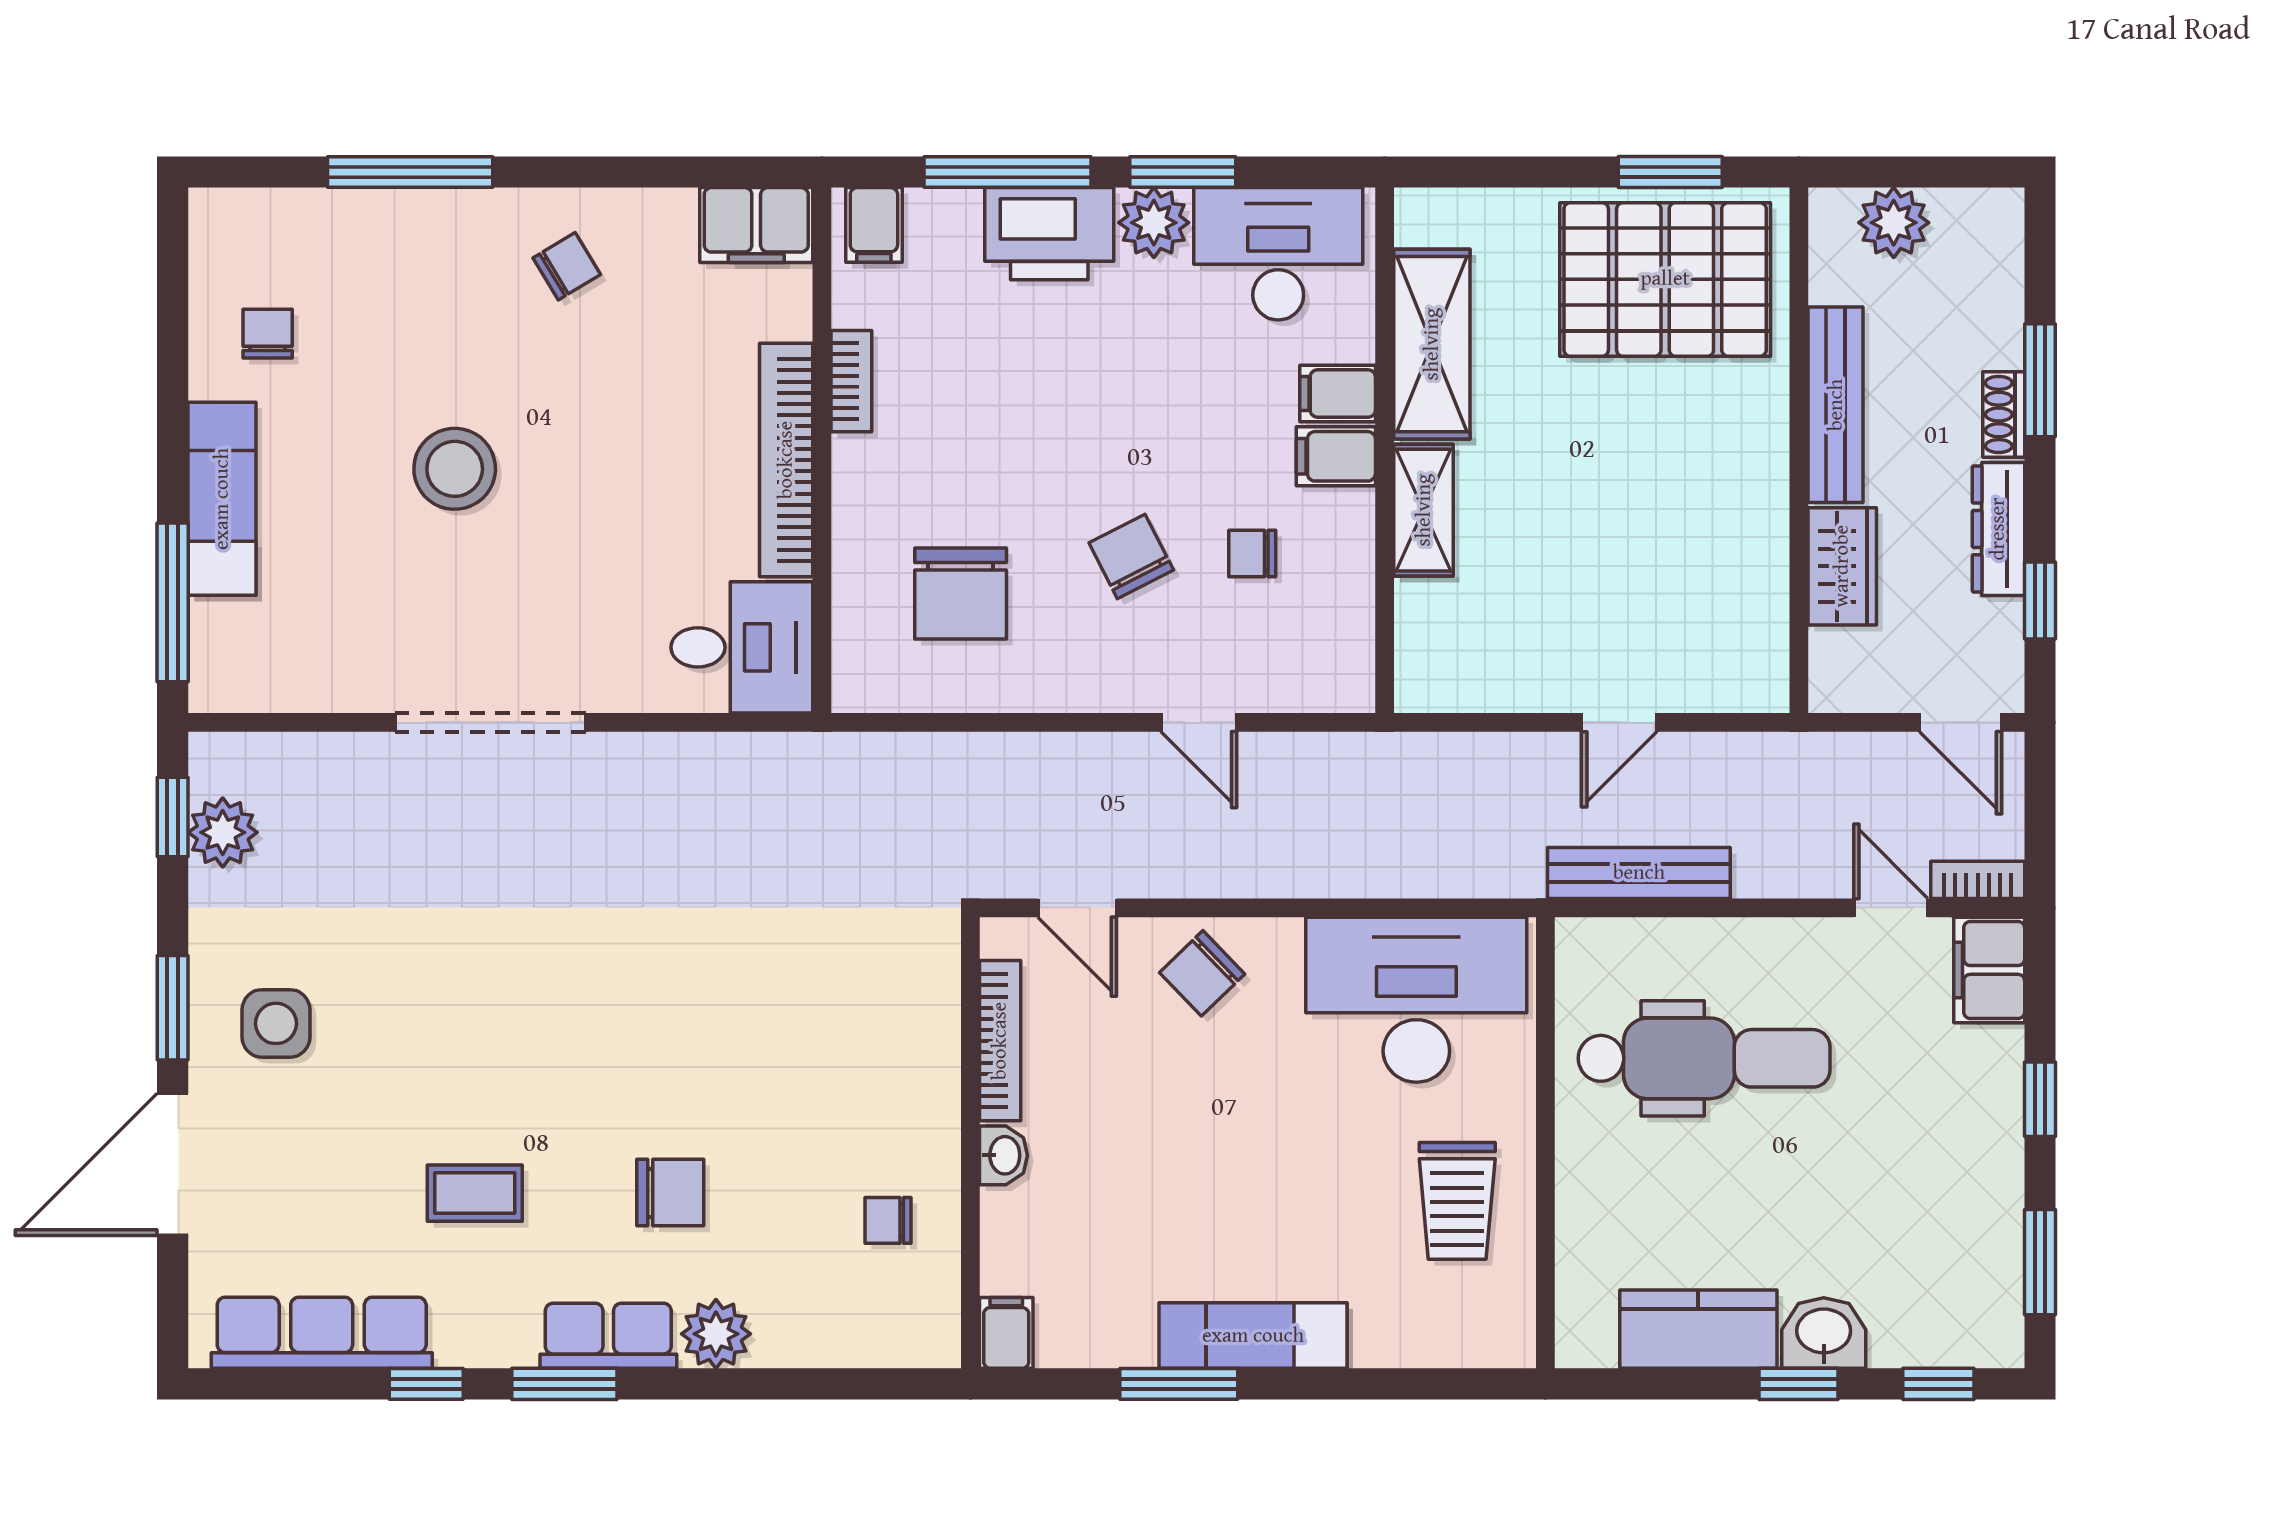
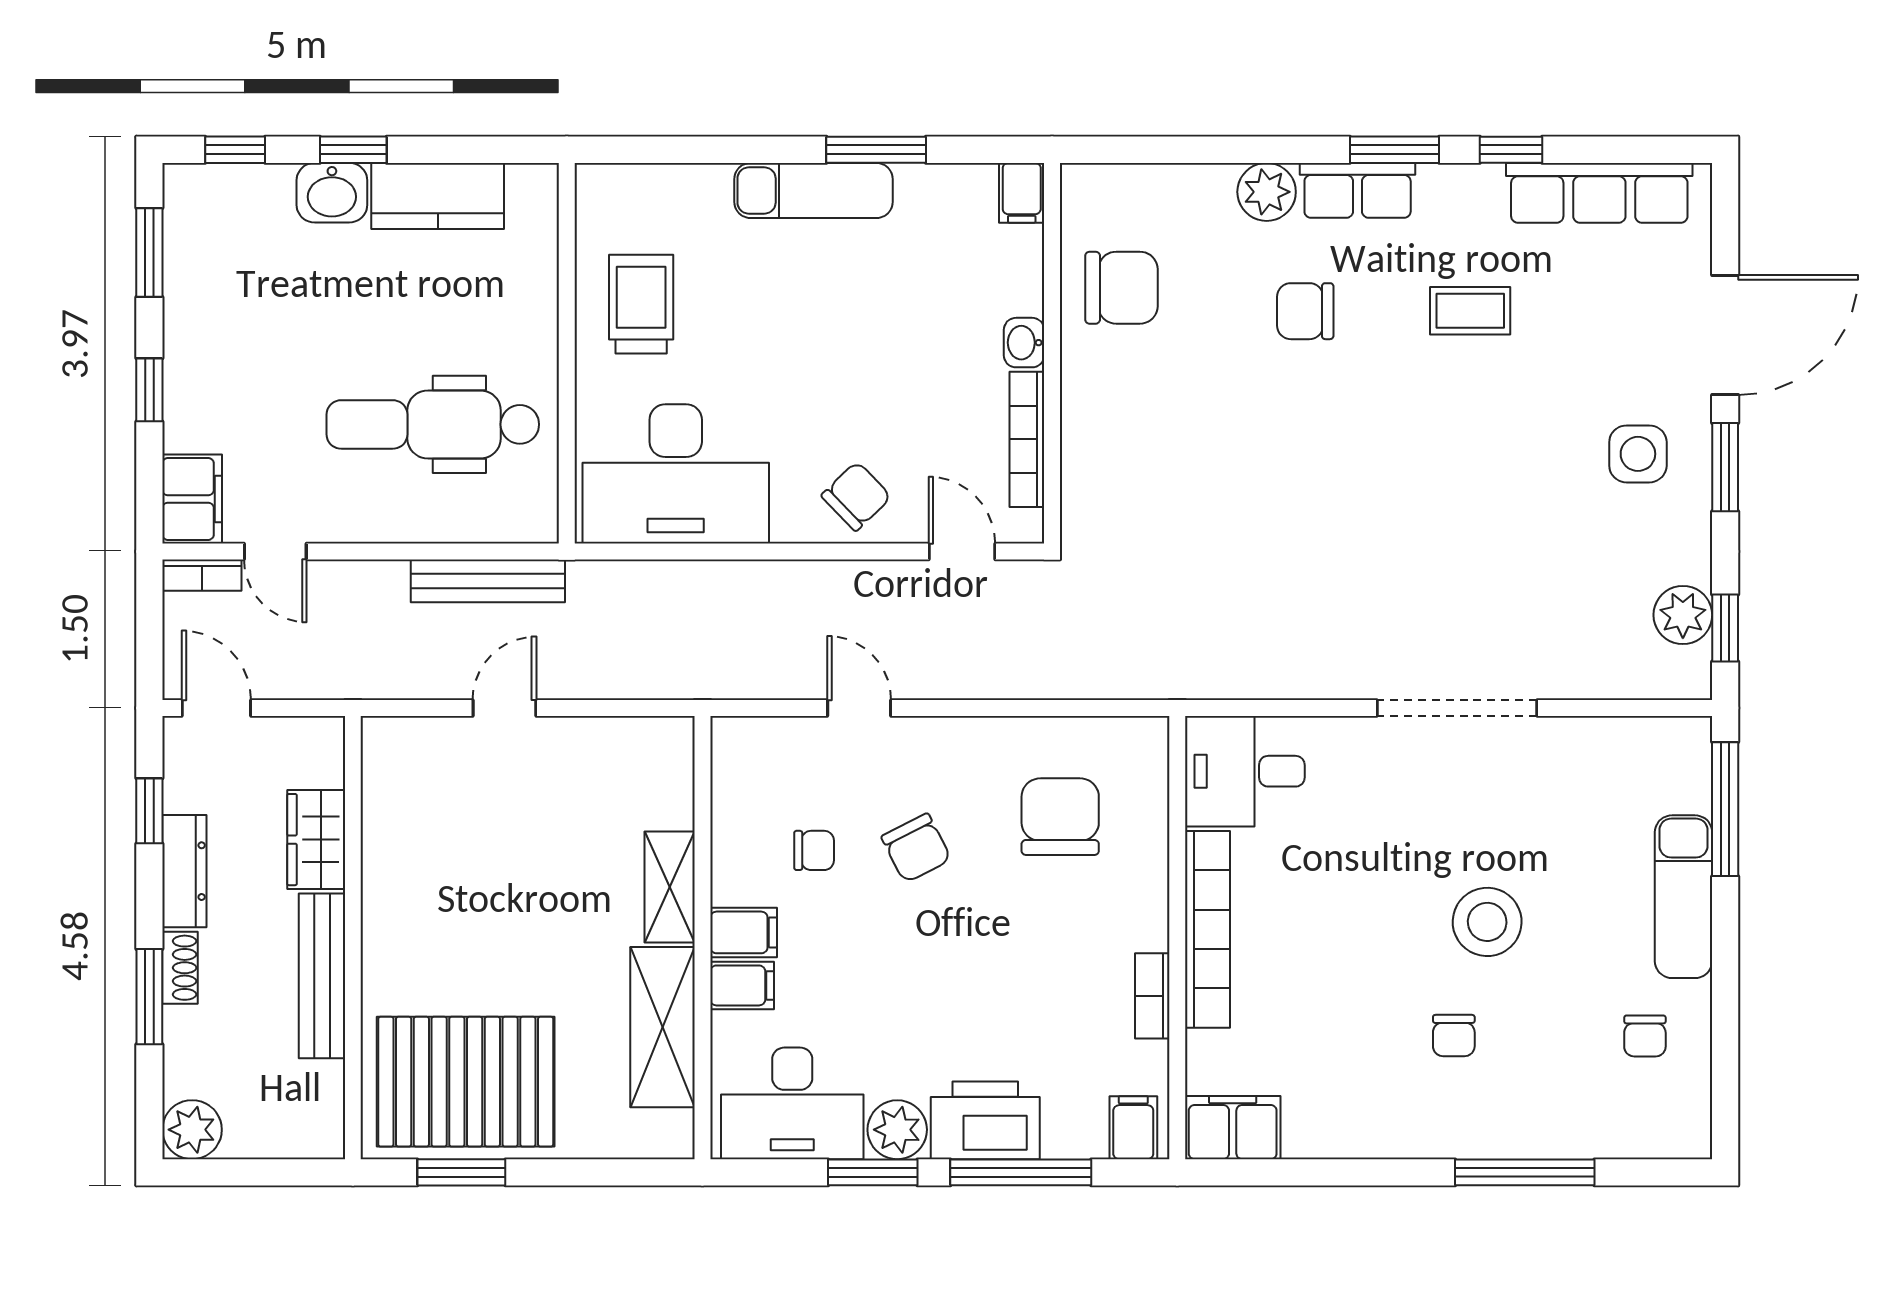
plant: (1894, 223) -> (192, 1130), moved
chair: (567, 266) -> (1454, 1036), moved, turned -59
chair: (888, 1220) -> (1121, 288), width x1.87, depth x1.87

